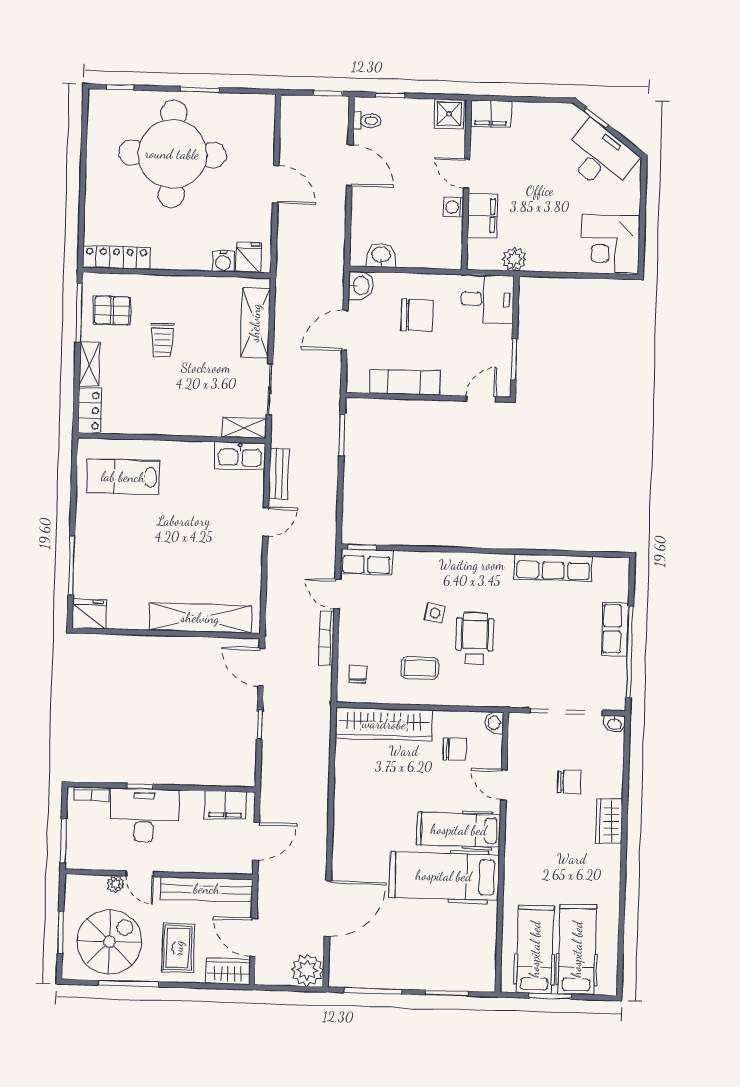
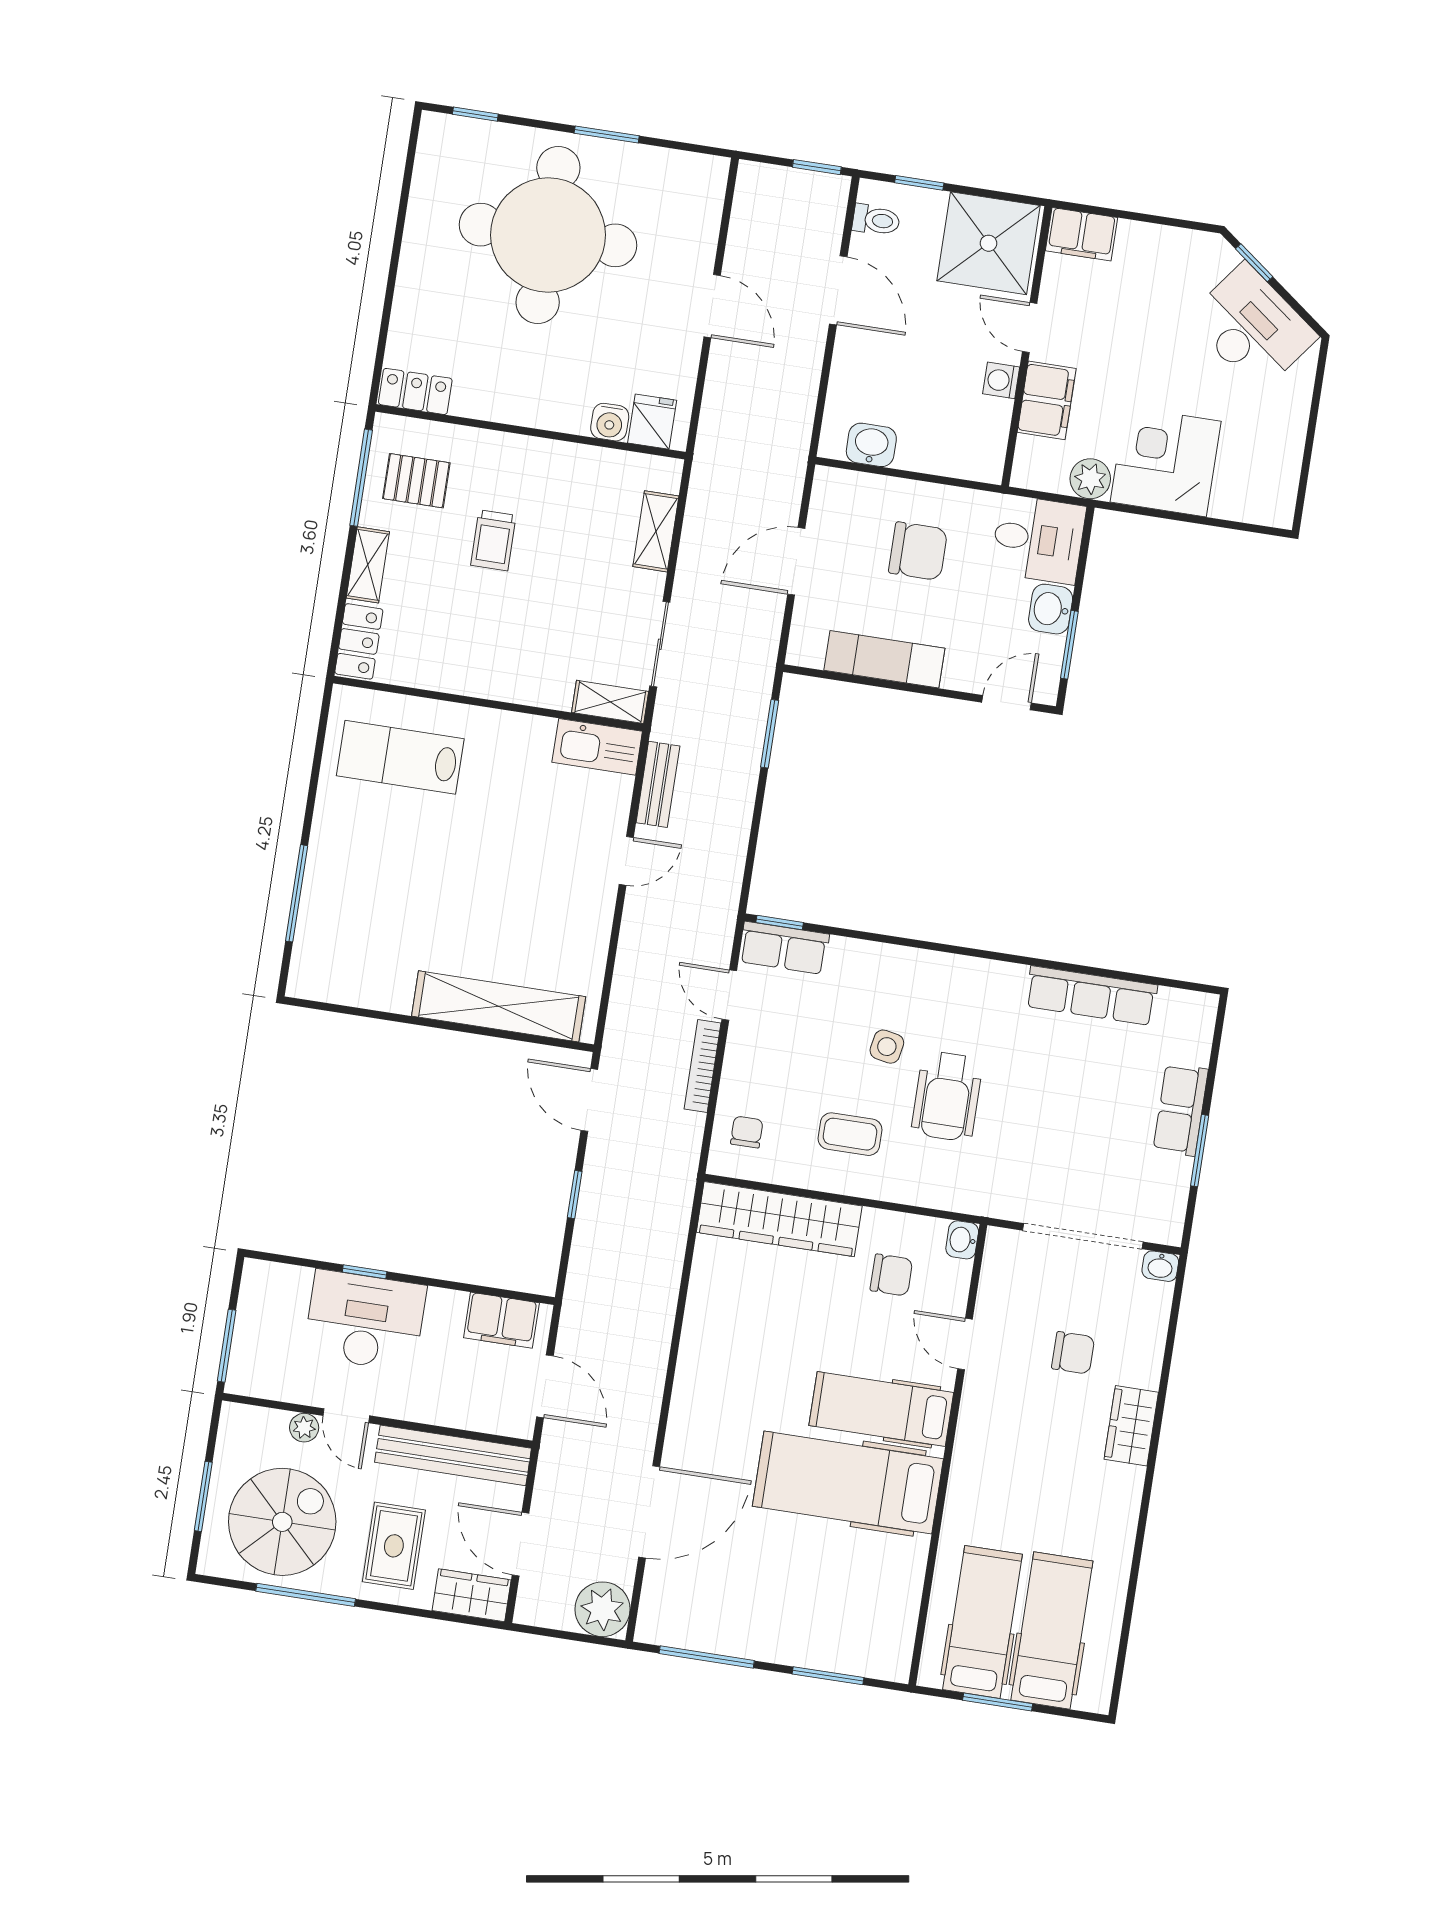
shower: (449, 114) -> (989, 243), width x1.86, depth x1.86
corner desk: (610, 244) -> (1166, 462), moved, turned 90
locker: (116, 257) -> (415, 391), width x0.66
washbasin: (361, 286) -> (1051, 609), moved, turned 180
shelving: (255, 323) -> (656, 531), width x0.67, depth x0.75
fridge: (89, 614) -> (316, 977), removed
wheelchair: (475, 638) -> (947, 1096), turned 180
window: (630, 652) -> (1200, 1151), width x0.47
bookcase: (91, 794) -> (283, 1275), removed
door: (256, 841) -> (545, 1386), hinge flipped

